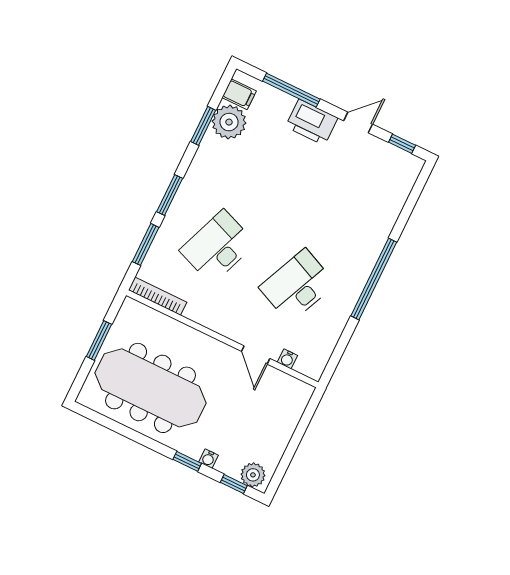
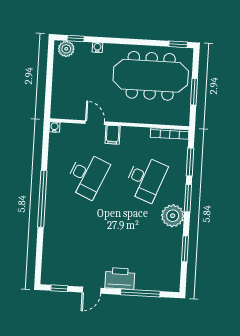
filing cabinet: (239, 94) -> (113, 135), moved, turned -90
plant: (229, 122) -> (173, 216), moved
water cooler: (287, 359) -> (54, 127), moved
window: (187, 461) -> (178, 44), moved

